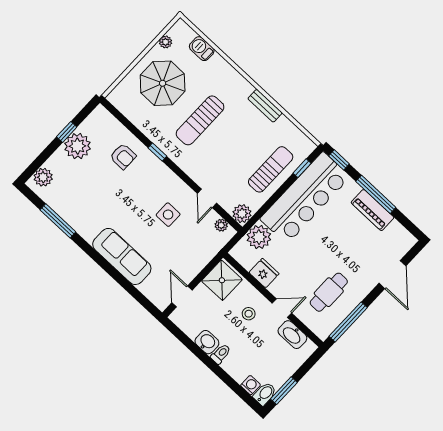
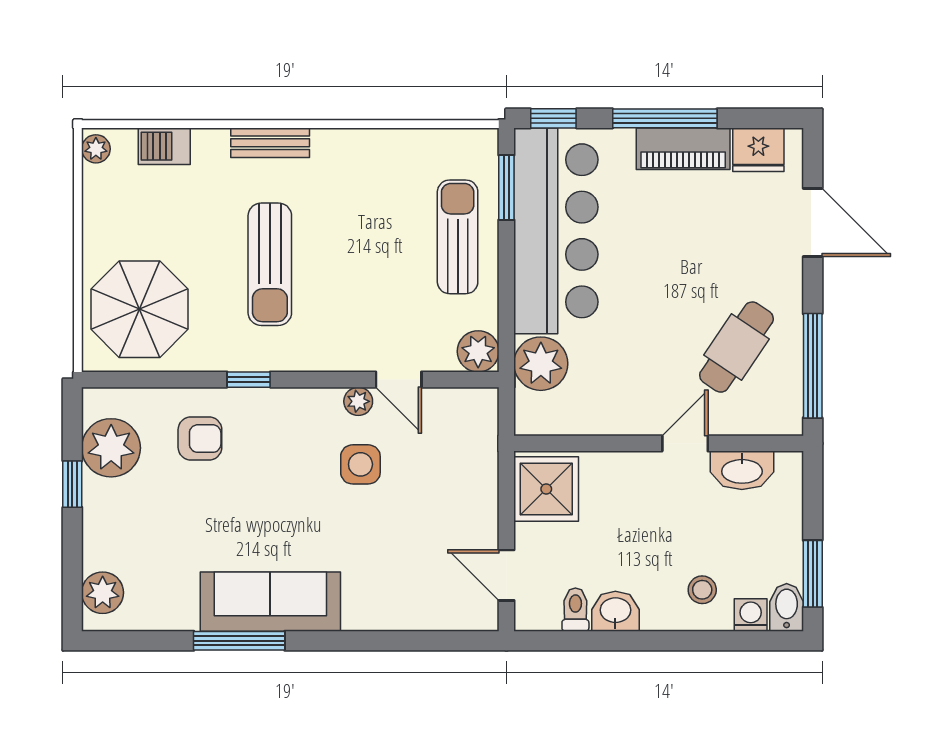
plant: (166, 42) -> (96, 149), moved
parasol: (163, 83) -> (140, 309), moved
bench: (265, 106) -> (270, 143), moved
plant: (77, 146) -> (111, 448), moved
window: (302, 168) -> (506, 188), width x1.50
window: (58, 221) -> (239, 641), moved
plant: (221, 225) -> (358, 401), moved
sofa: (122, 256) -> (270, 602), moved
fridge: (264, 273) -> (758, 150), moved, turned 180
cafe table: (329, 292) -> (737, 347), turned 34
stool: (249, 314) -> (702, 590), moved
toilet: (221, 354) -> (575, 610), moved

